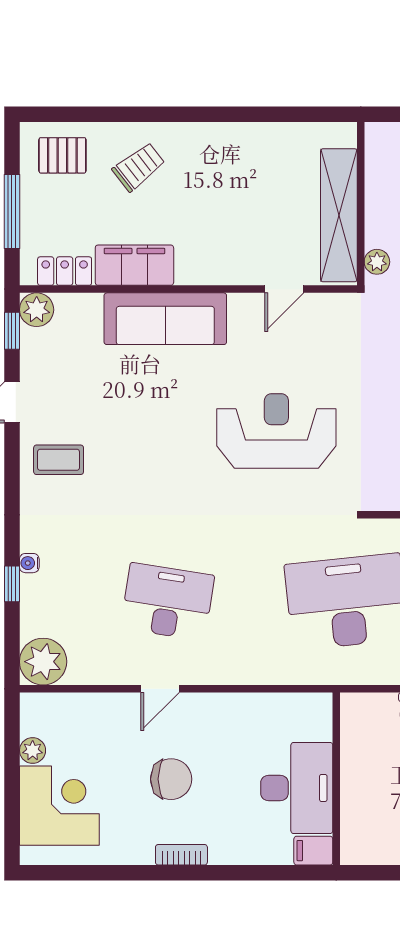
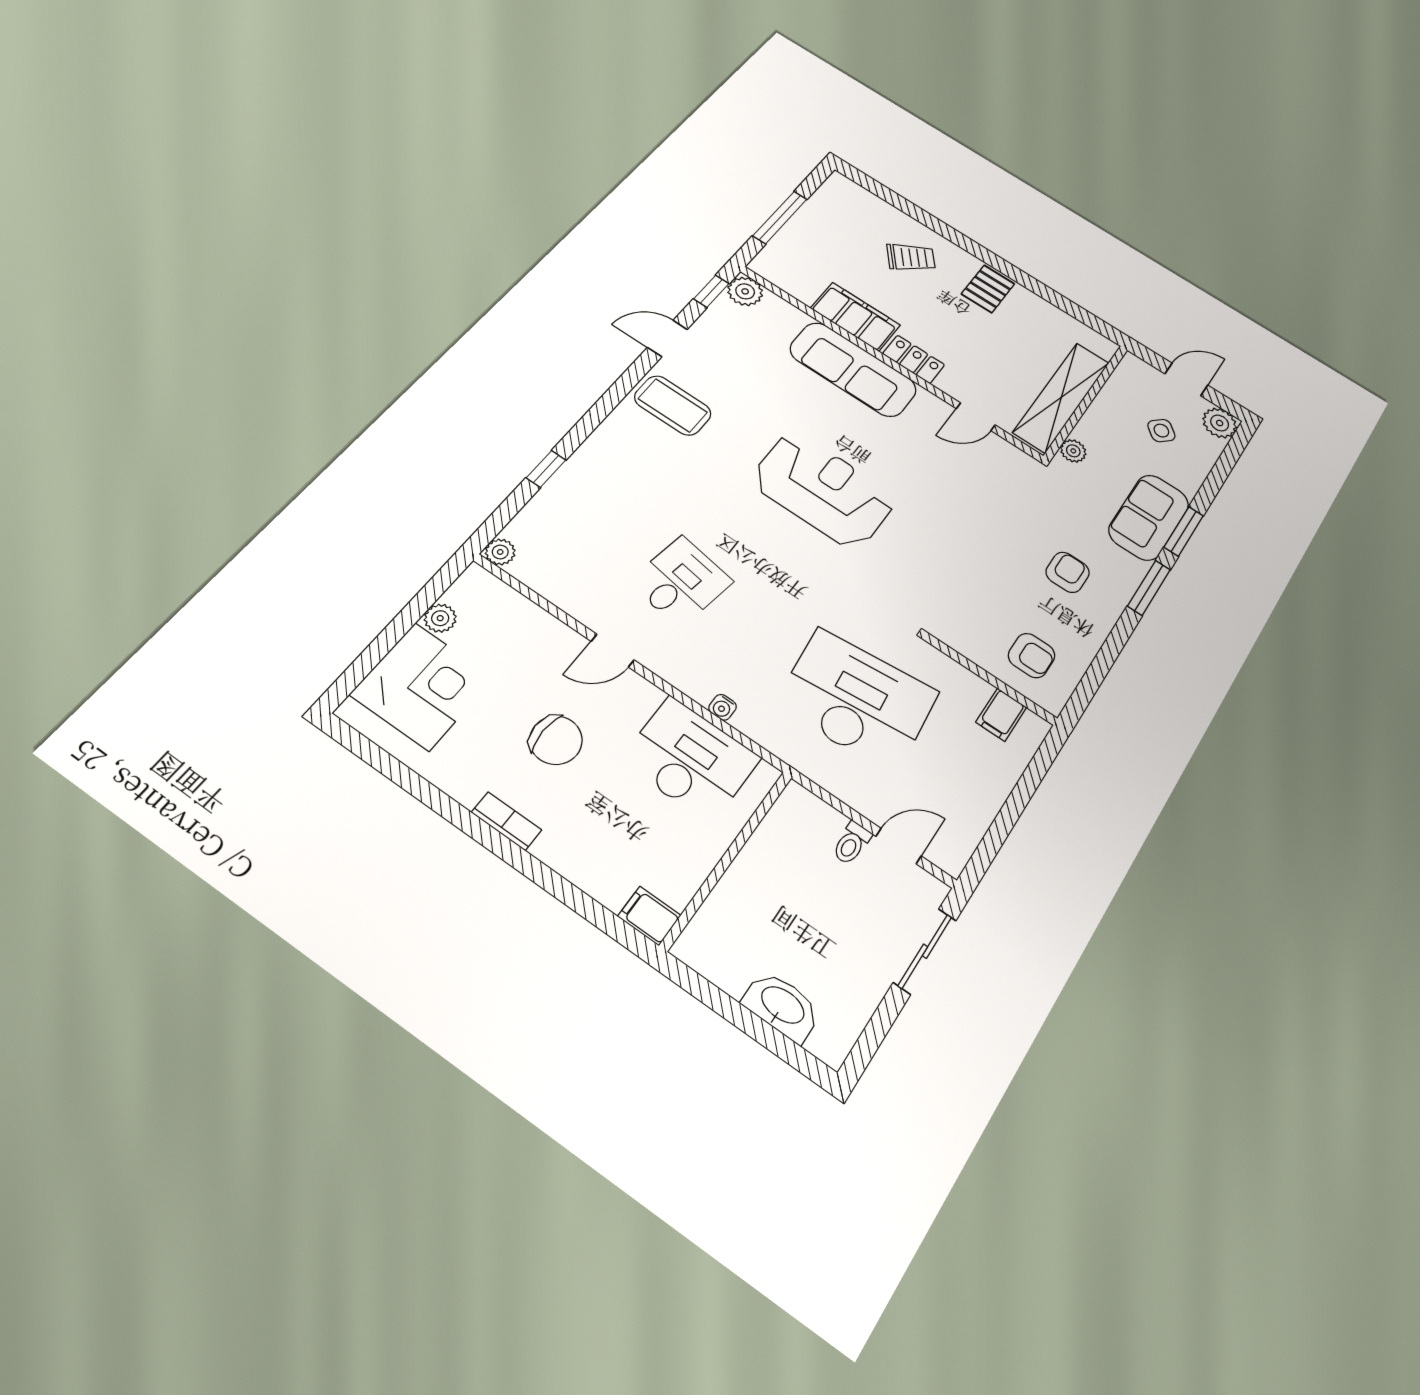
pallet: (62, 155) -> (988, 289), moved, turned 90
locker: (65, 271) -> (914, 359), moved
reception desk: (276, 431) -> (823, 490), moved
coffee table: (59, 460) -> (673, 405), width x1.36, depth x1.30
water cooler: (29, 563) -> (723, 707), moved, turned -90
desk: (167, 602) -> (681, 582), width x0.73
plant: (43, 662) -> (500, 552), width x0.53, depth x0.53
desk: (297, 788) -> (690, 759), moved, turned -90

